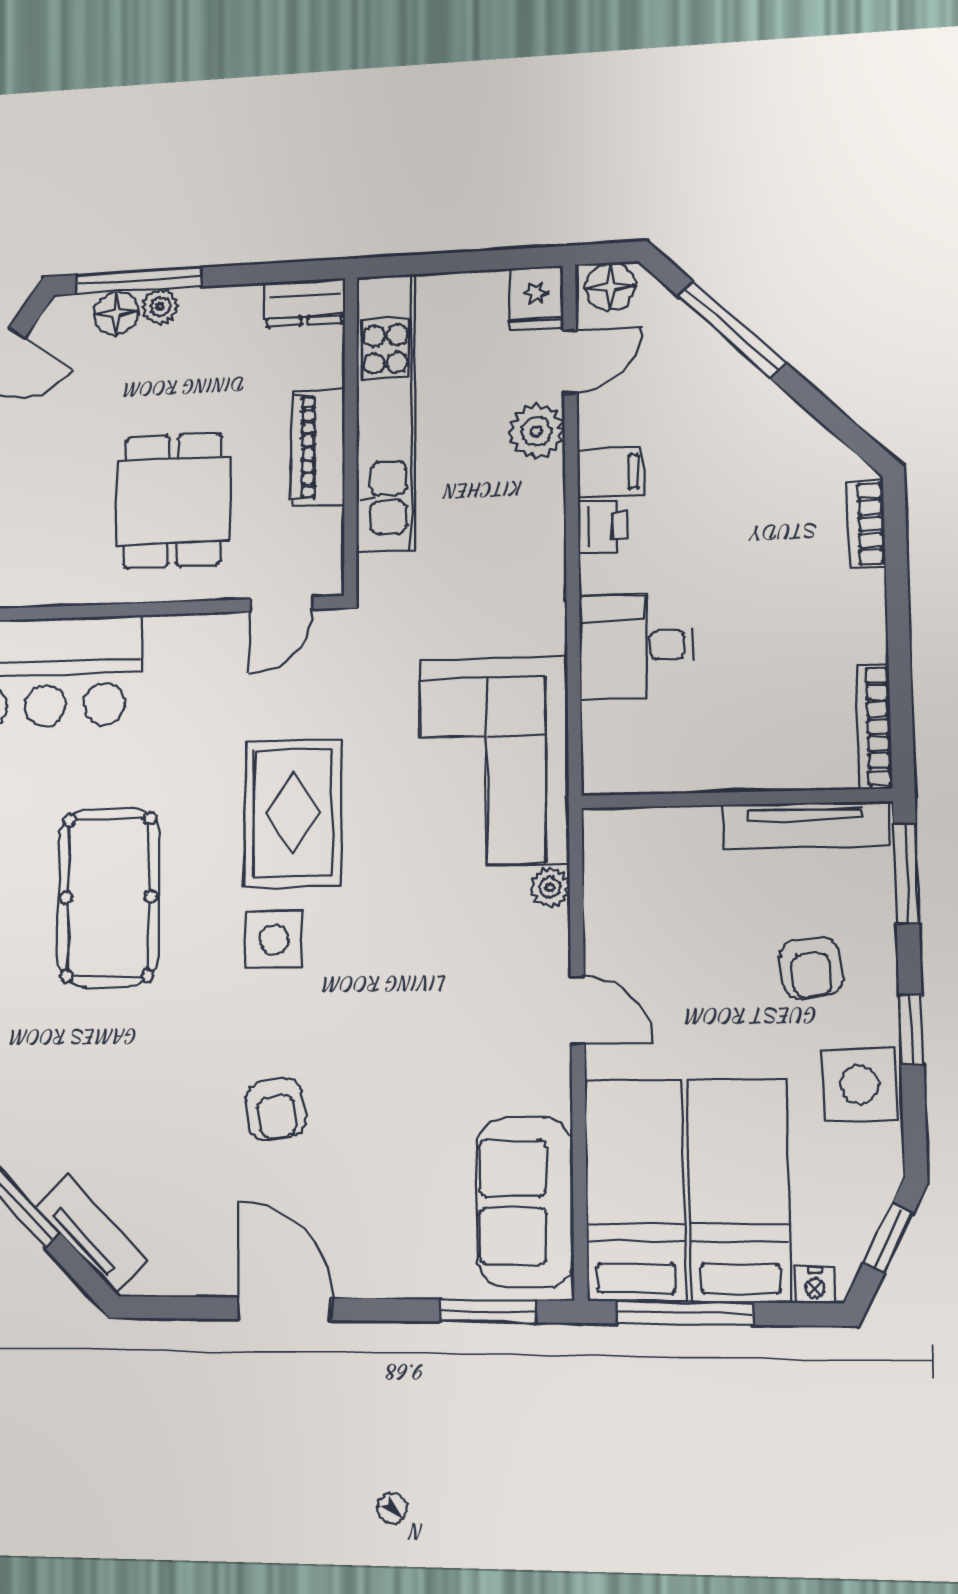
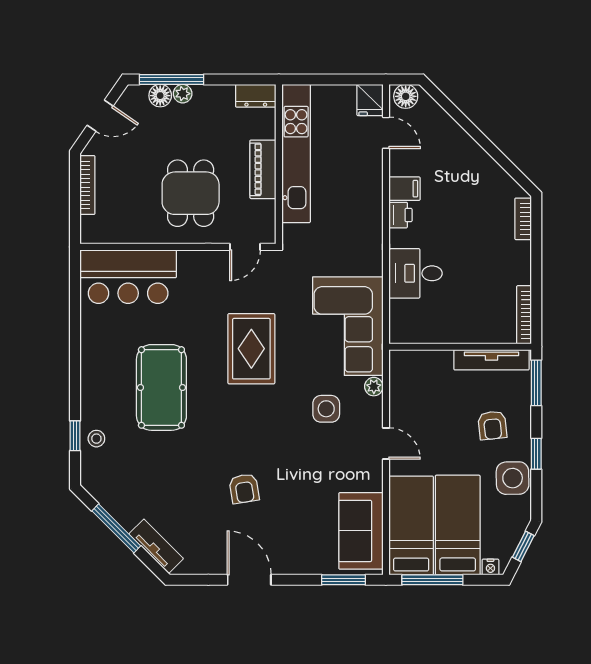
window: (731, 329) -> (463, 121), removed
door: (570, 362) -> (386, 133), hinge flipped
plant: (537, 431) -> (369, 167), removed
side table: (274, 940) -> (326, 409), moved

